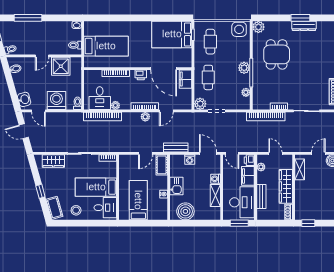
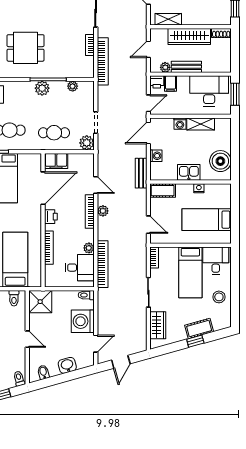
shower: (61, 66) -> (40, 302), moved
washbasin: (24, 99) -> (67, 365), moved
door: (146, 153) -> (148, 225), moved
filing cabinet: (248, 176) -> (170, 84), width x0.50
bench: (261, 196) -> (186, 67), moved
cot: (54, 208) -> (199, 329), moved

